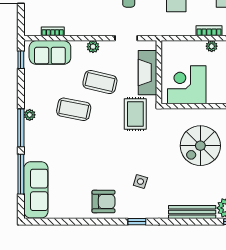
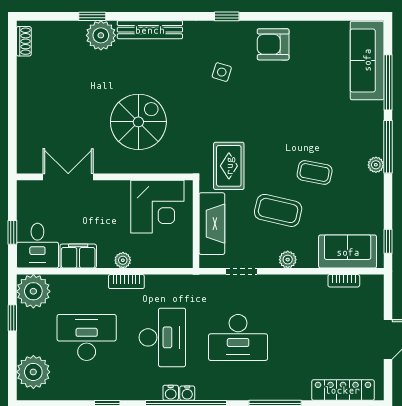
coffee table: (74, 109) -> (315, 172), width x0.73, depth x0.77

